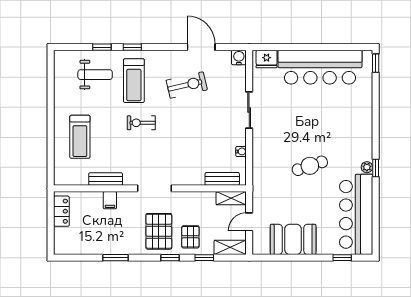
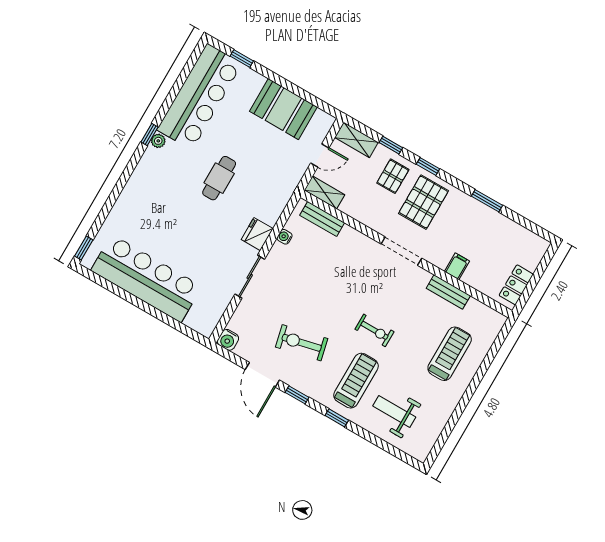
window: (102, 47) -> (297, 395), moved
fridge: (267, 59) -> (257, 234), moved, turned -90
cafe table: (310, 166) -> (219, 178), turned -72

